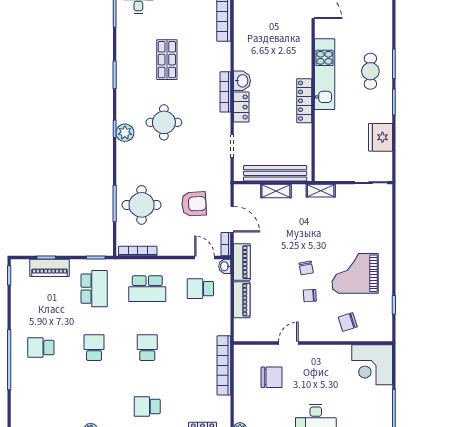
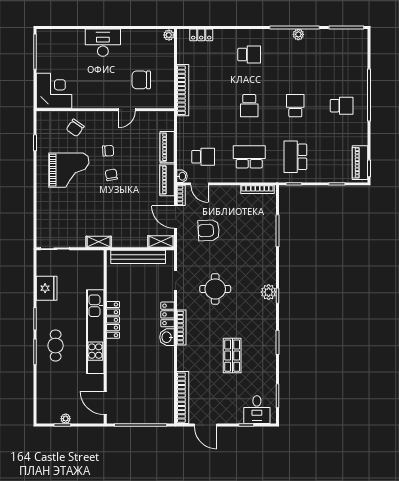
kitchen unit: (325, 74) -> (95, 332), width x1.36
round table: (164, 122) -> (215, 289), moved
shelving: (276, 191) -> (161, 242), moved
round table: (142, 205) -> (254, 229), removed
piano: (50, 268) -> (360, 163), moved, turned -90
chair: (348, 322) -> (75, 128), turned 143
school desk: (94, 348) -> (295, 106), turned 180

